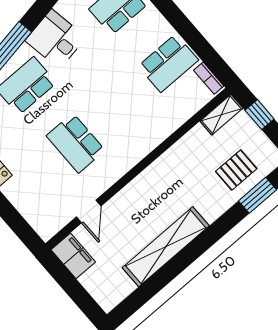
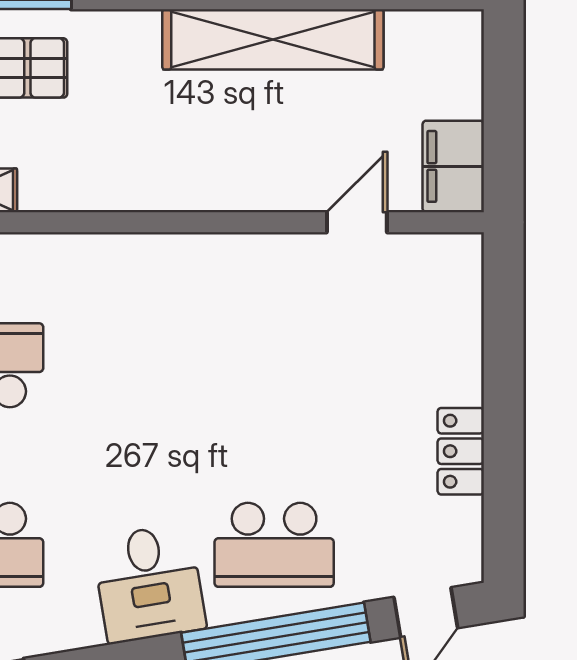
school desk: (76, 143) -> (274, 365), removed

